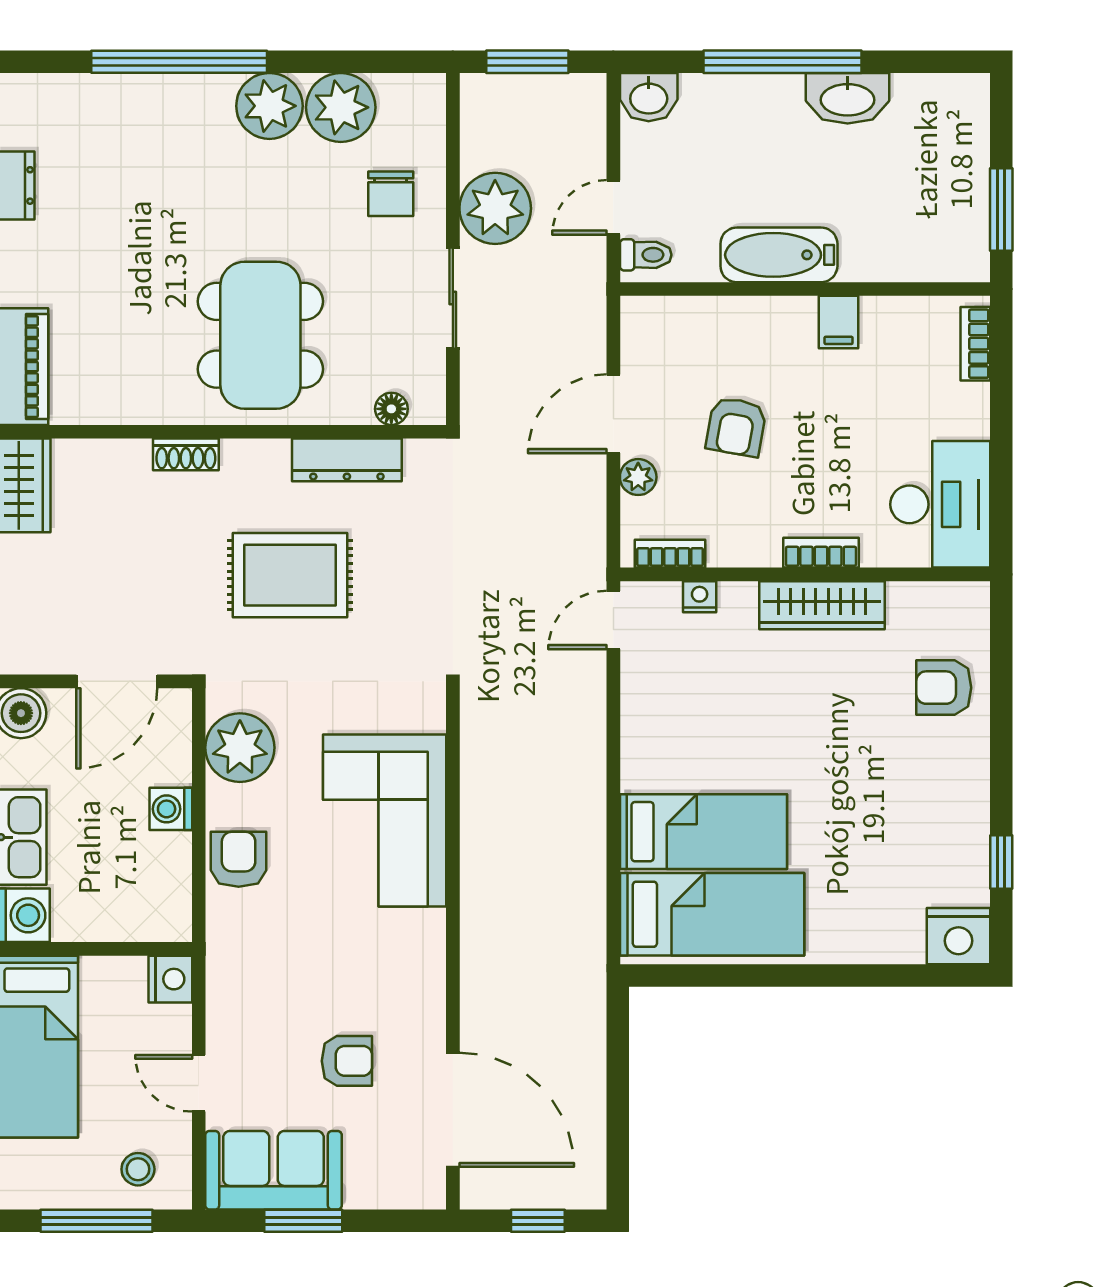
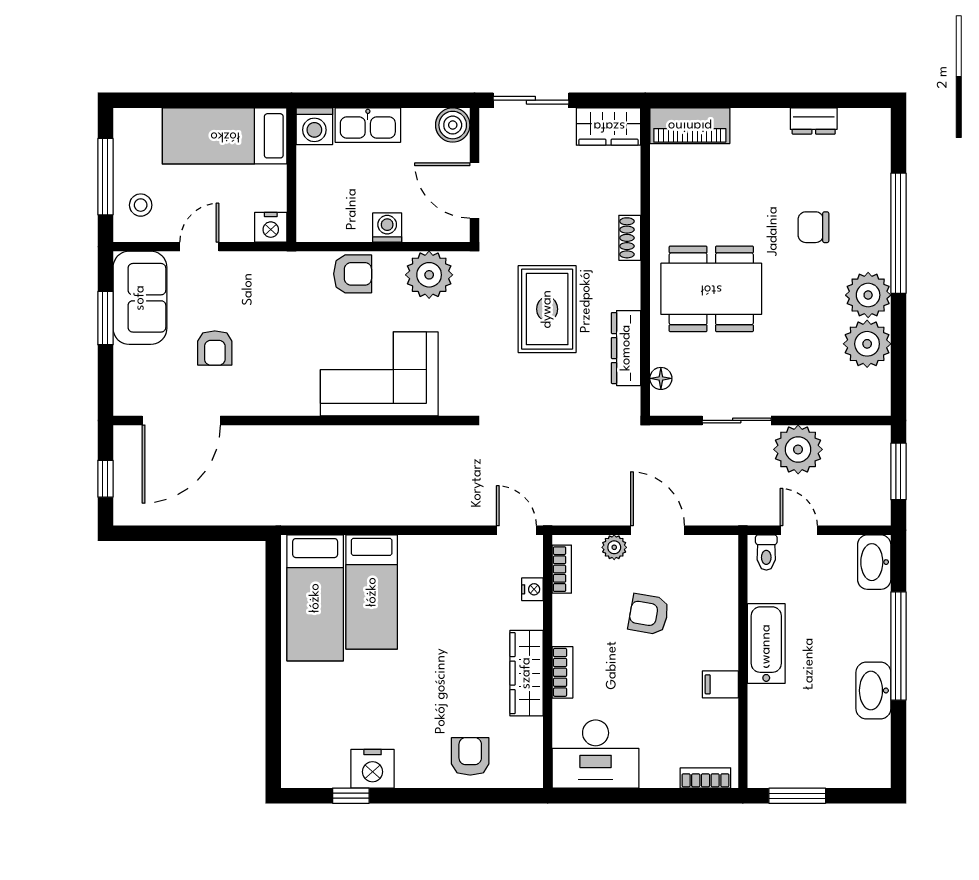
washbasin: (649, 97) -> (874, 562), width x1.38
chair: (391, 194) -> (813, 227), moved
nightstand: (958, 936) -> (373, 769), moved, turned -90

